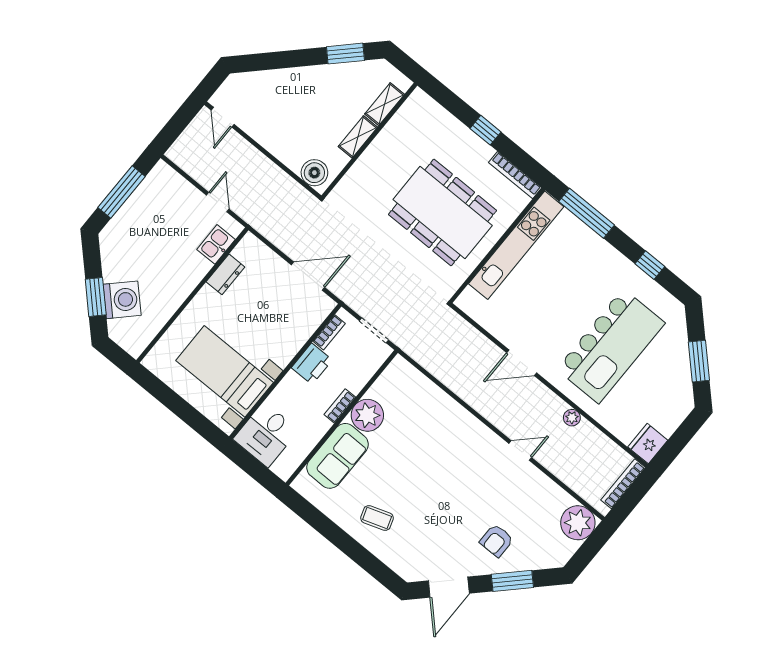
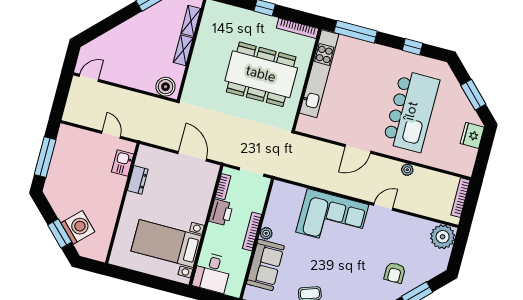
door: (223, 117) -> (89, 78), swing flipped
door: (308, 276) -> (192, 156), hinge flipped
bookcase: (340, 406) -> (252, 232), width x1.56
plant: (367, 415) -> (266, 233), width x0.53, depth x0.53
corner sofa: (449, 436) -> (332, 218), added
fridge: (648, 444) -> (472, 135), moved

